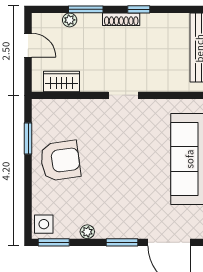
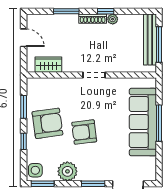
plant: (70, 20) -> (113, 19), moved
armchair: (110, 172) -> (84, 132), added
window: (28, 185) -> (24, 141), added
plant: (87, 232) -> (67, 171), width x1.87, depth x1.87

